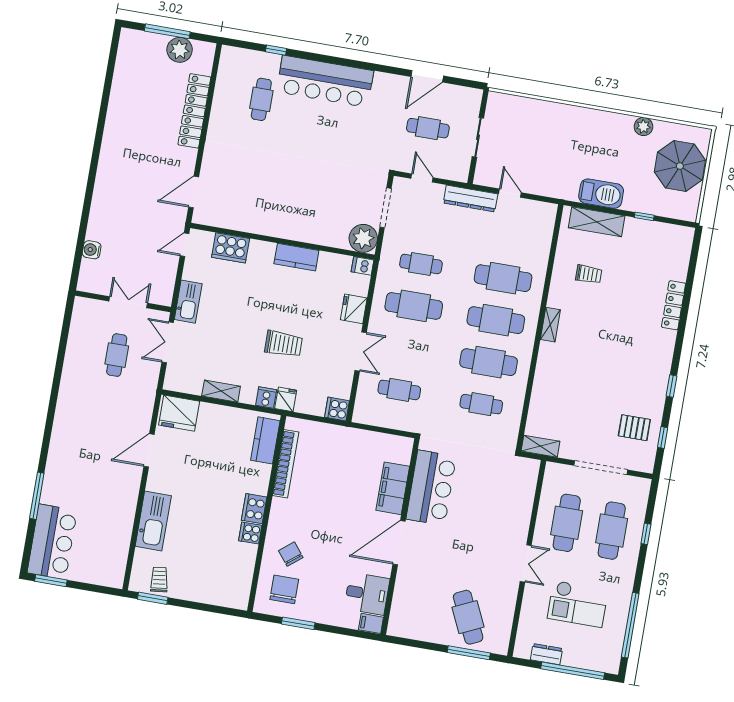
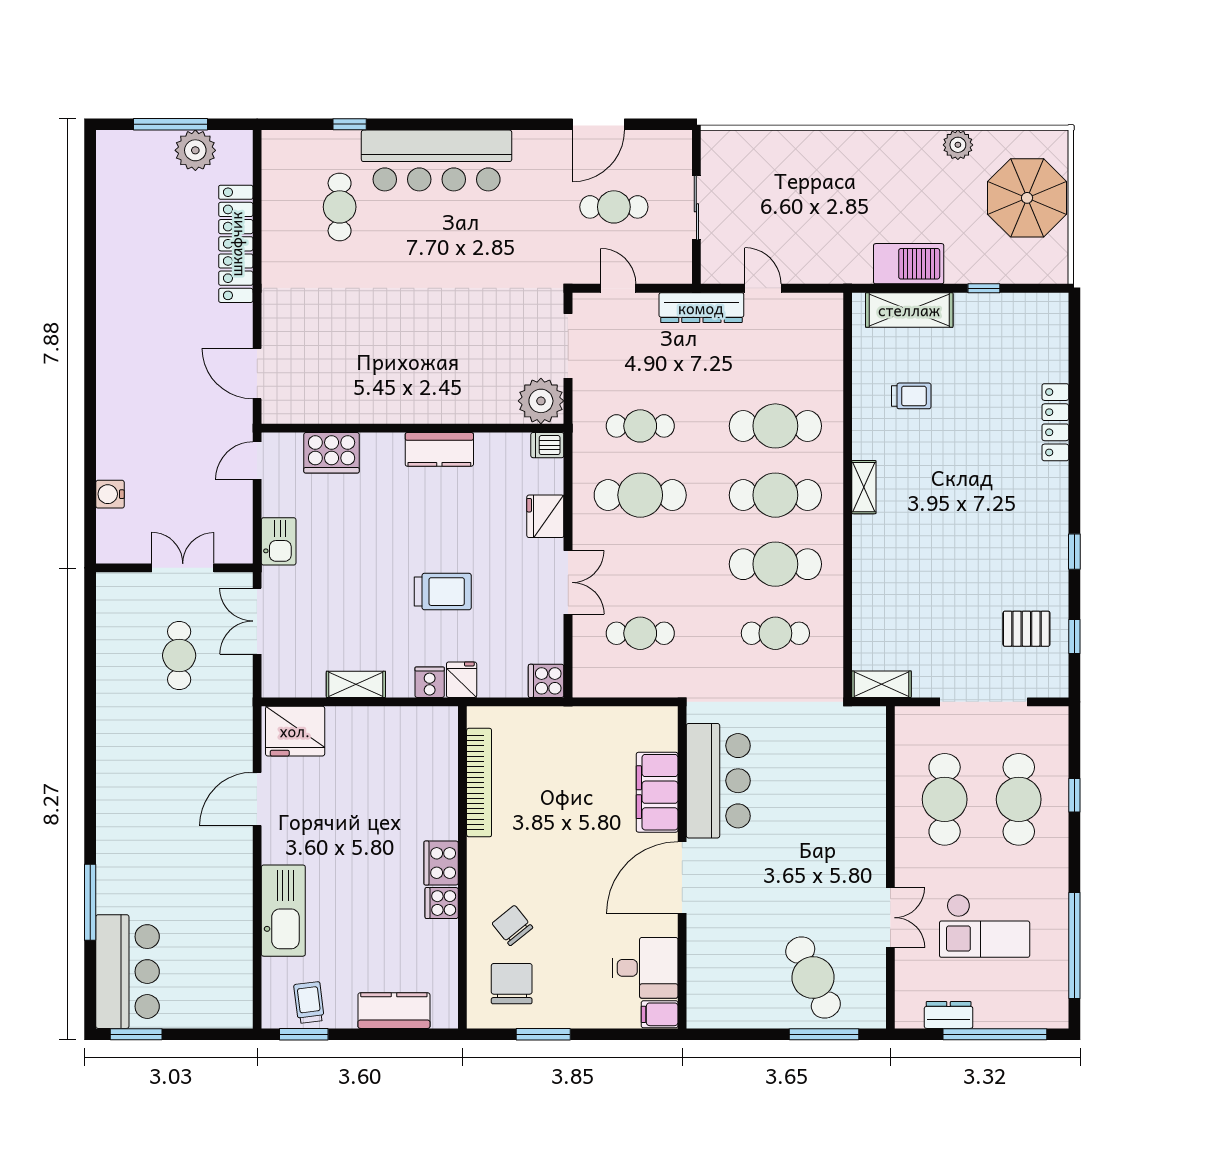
door: (194, 192) -> (257, 374), hinge flipped
kitchen sink: (188, 302) -> (279, 541), width x0.73
kitchen counter: (265, 440) -> (394, 1011), moved, turned 90
double door: (526, 563) -> (890, 918), moved

